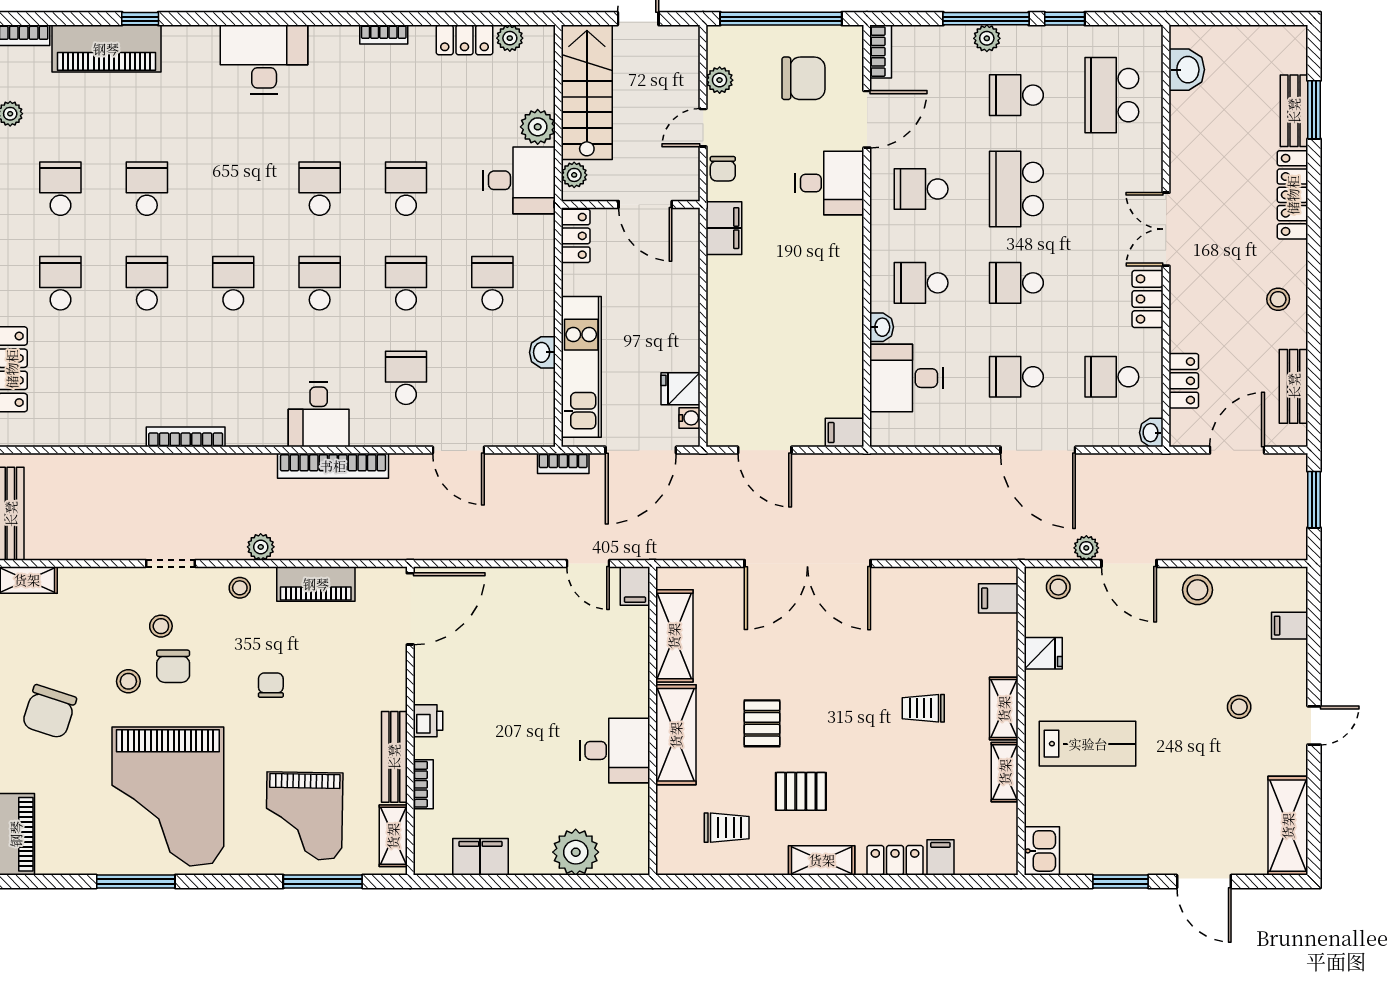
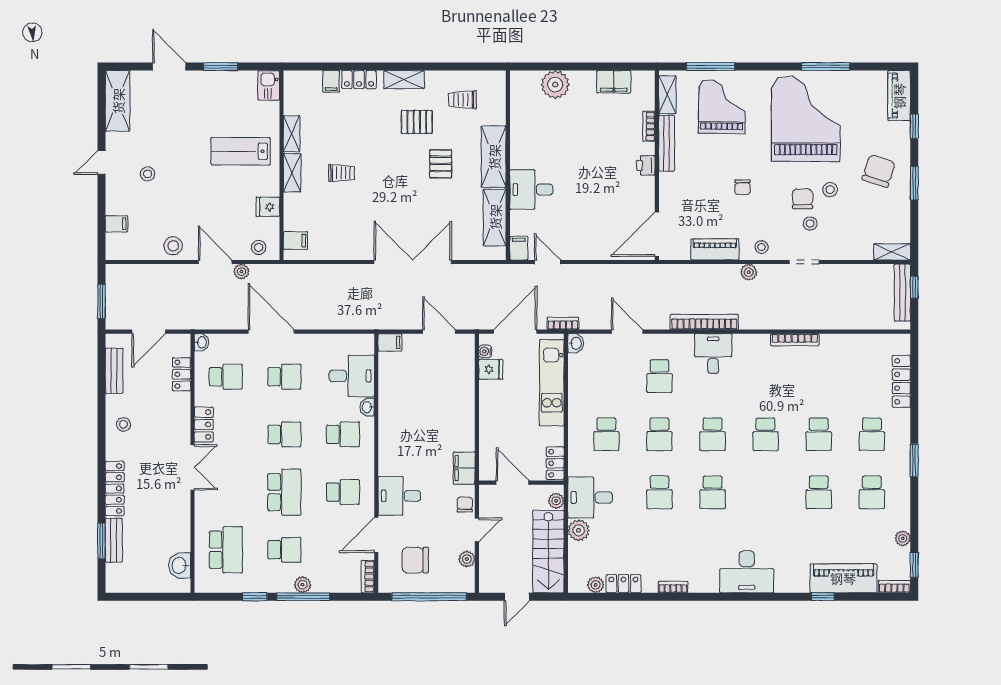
washbasin: (542, 352) -> (576, 343), moved
desk: (615, 750) -> (531, 190), moved

